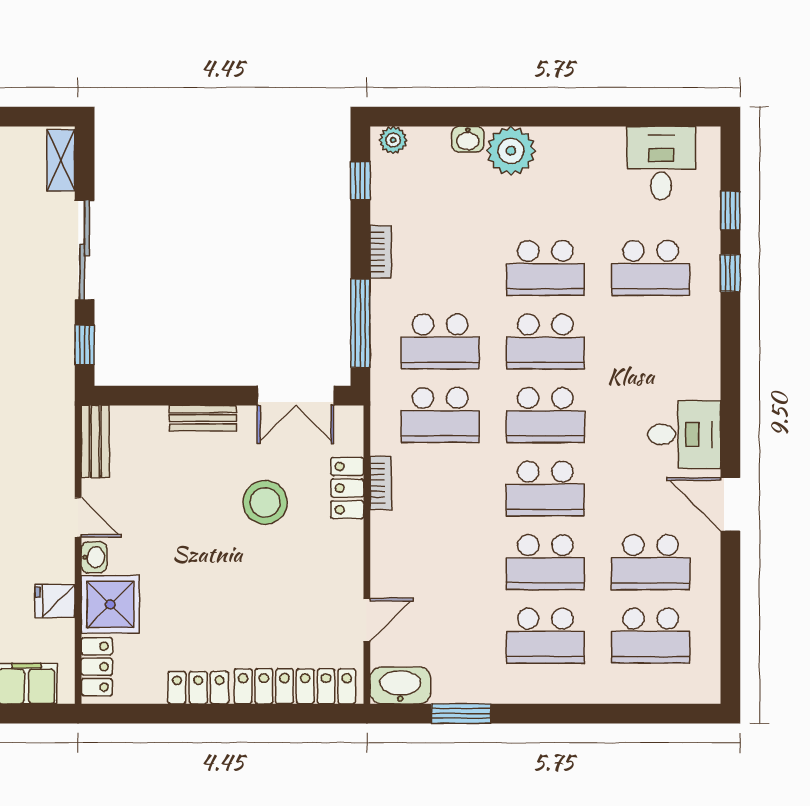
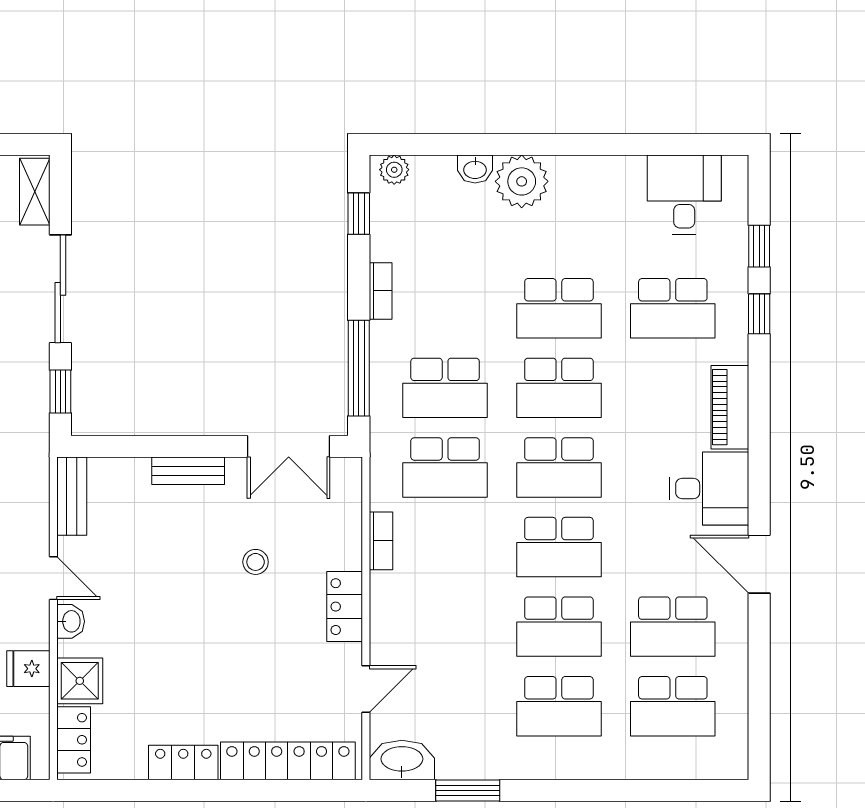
piano: (703, 359) -> (730, 407), added
locker: (347, 488) -> (345, 607), moved
stool: (265, 502) -> (256, 562), width x0.53, depth x0.53
shower: (110, 604) -> (80, 681), width x0.73, depth x0.73

